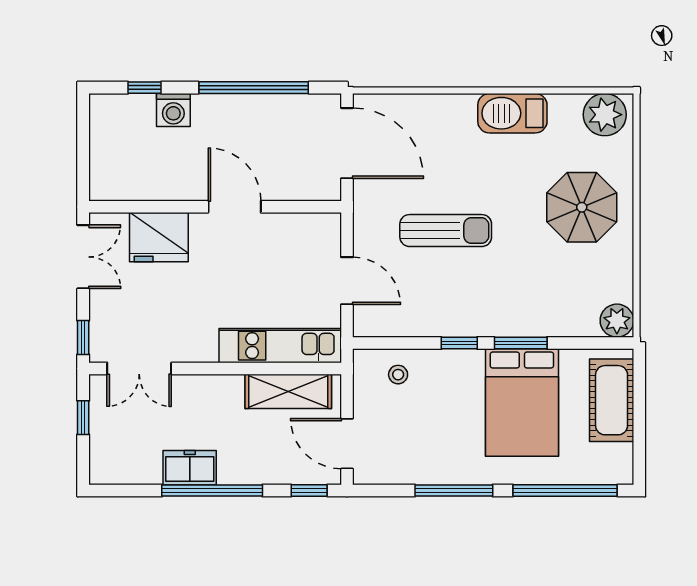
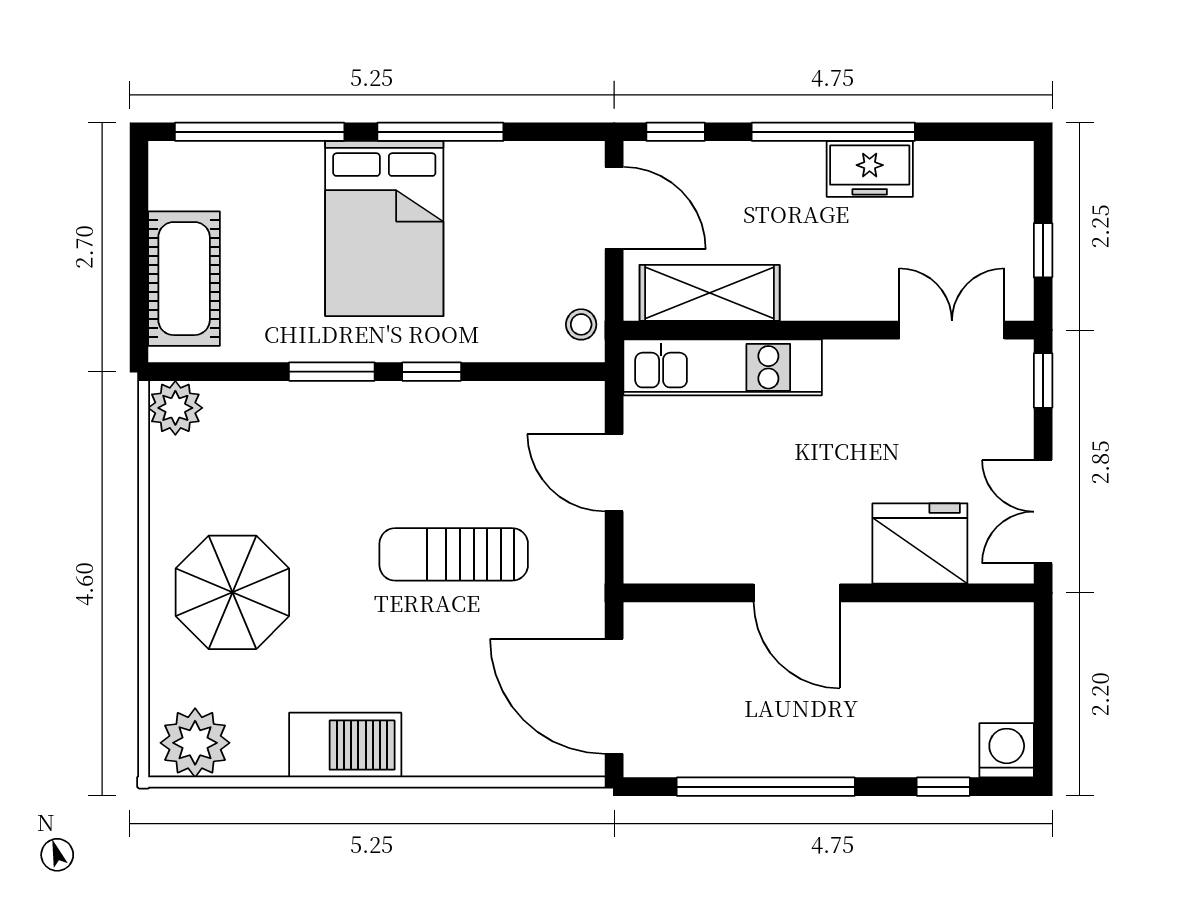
washing machine: (173, 110) -> (1007, 750), moved
stool: (398, 375) -> (581, 324), moved
bed: (522, 403) -> (384, 229), moved, turned 180

